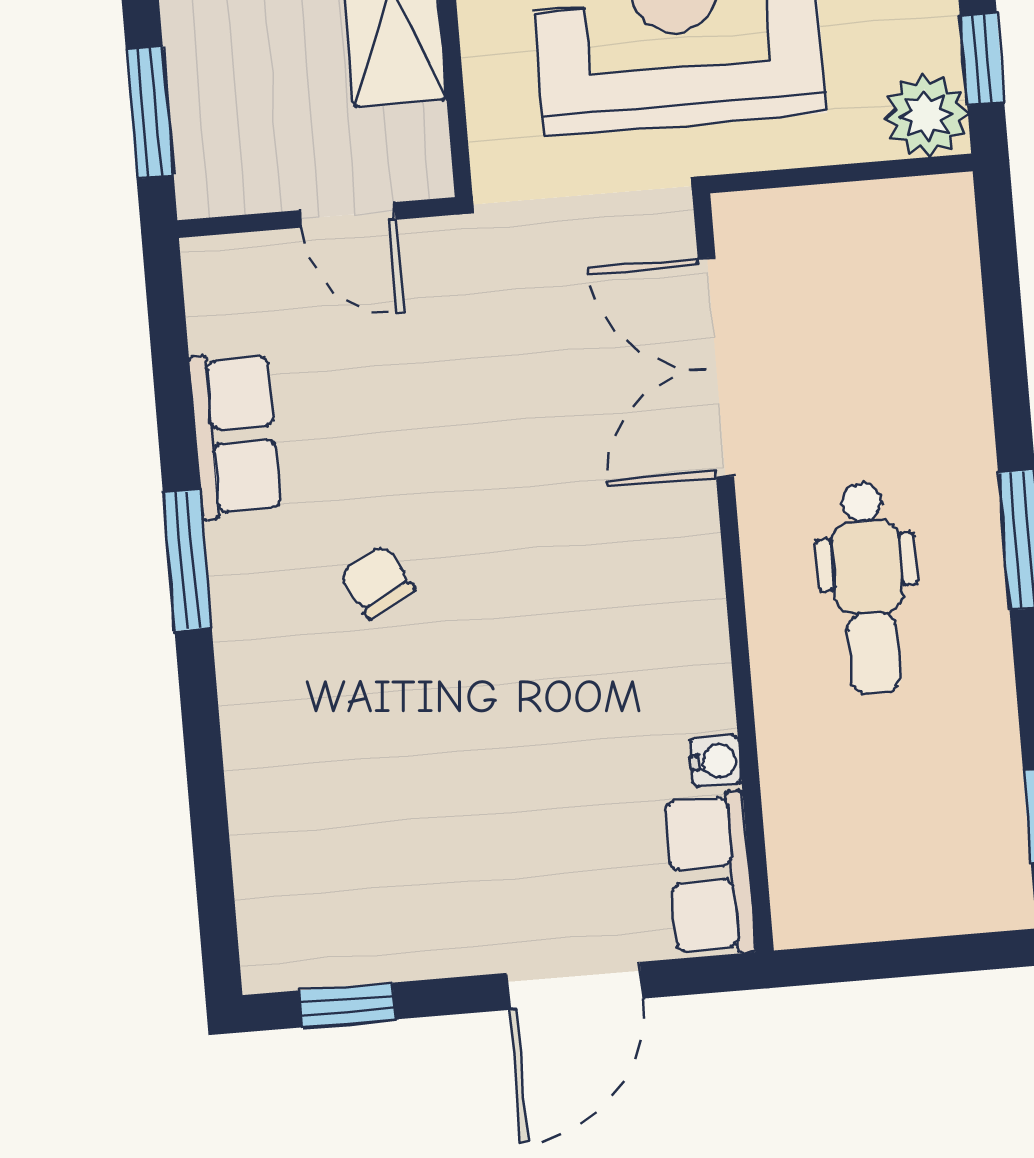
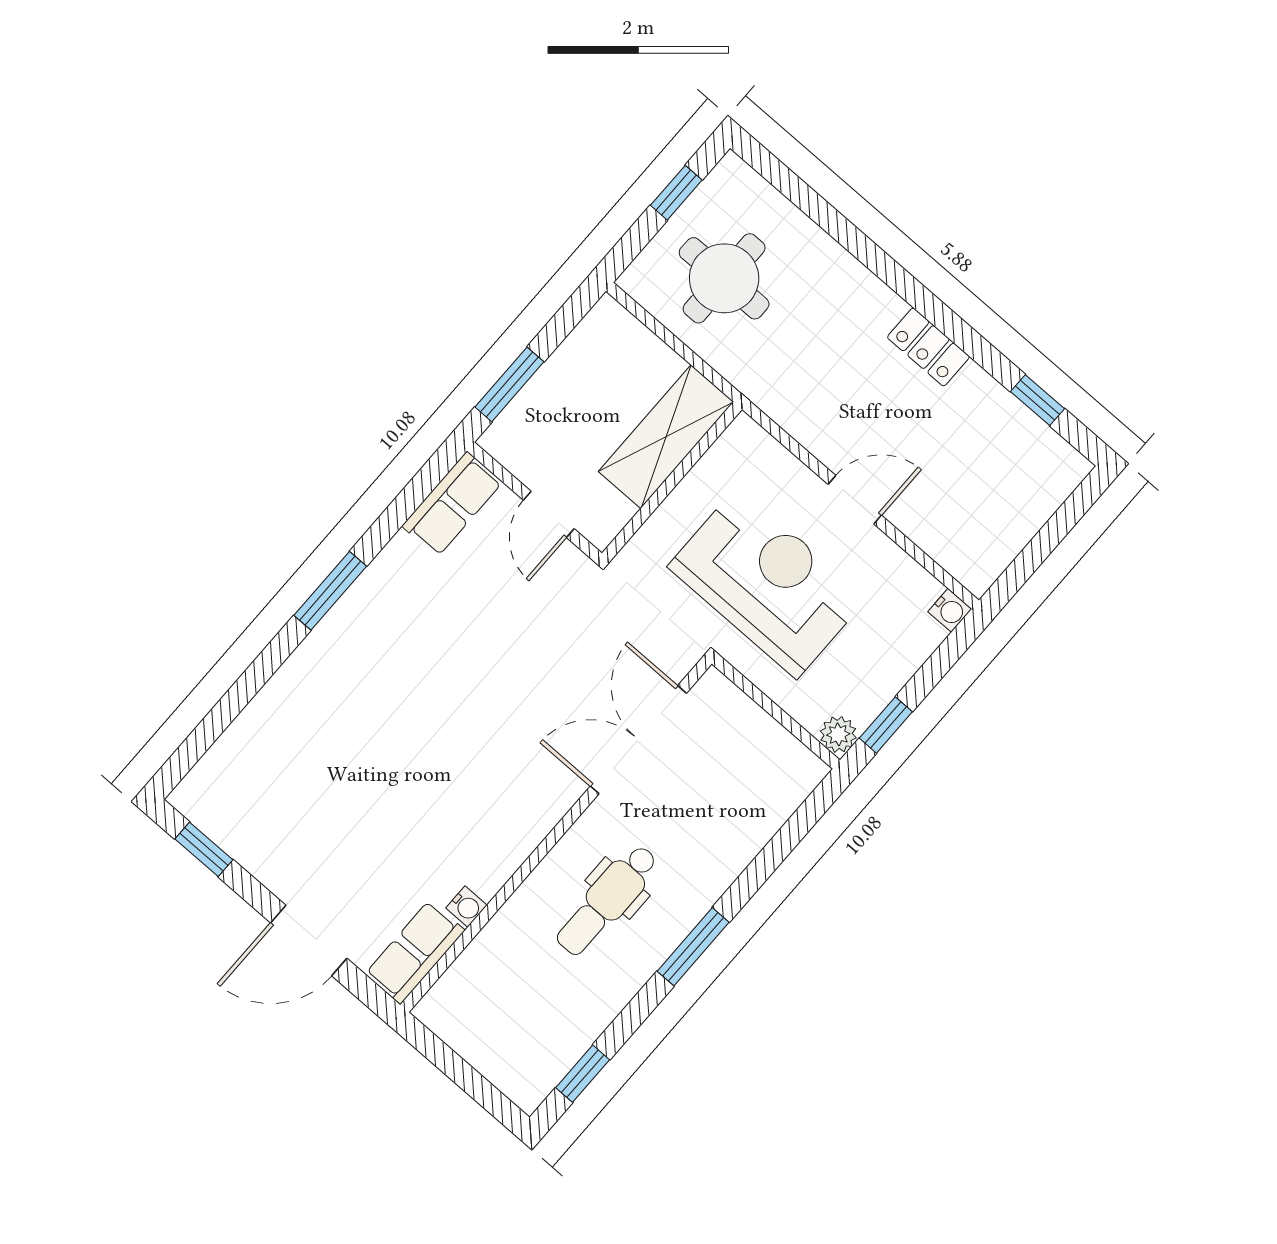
plant: (926, 115) -> (838, 734), width x0.73, depth x0.73
row of seats: (235, 435) -> (452, 504), moved
chair: (377, 582) -> (401, 683), removed

